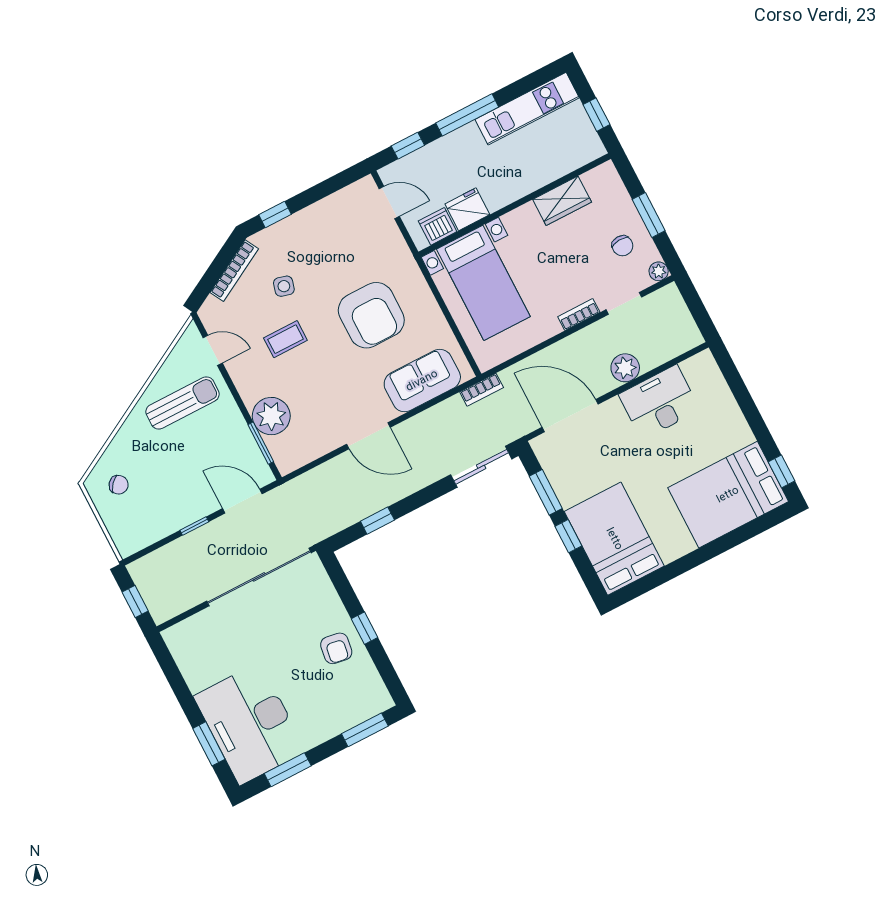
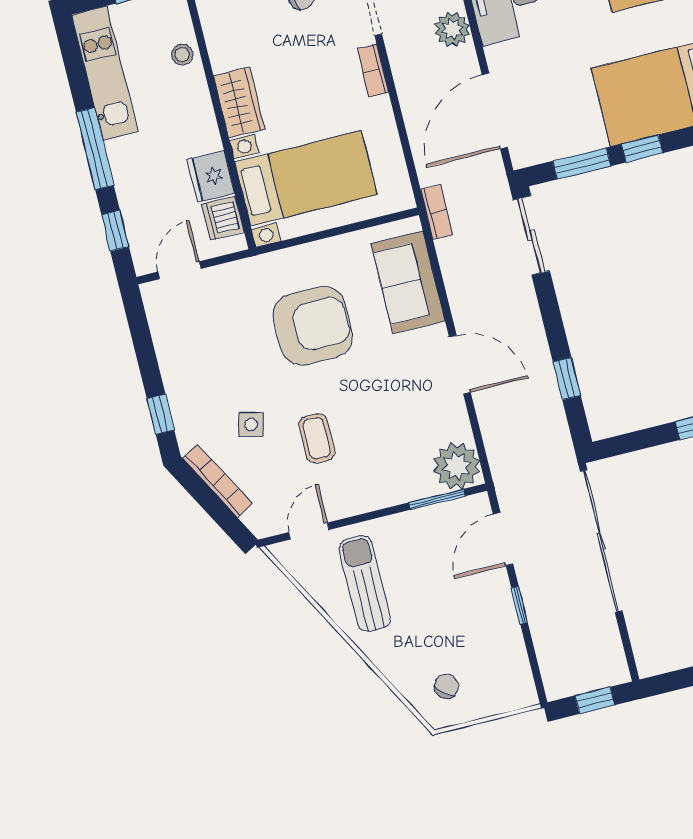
stool: (556, 165) -> (182, 55), added
wardrobe: (562, 201) -> (239, 102), moved
plant: (271, 416) -> (457, 466), moved
door: (368, 436) -> (460, 365), hinge flipped

